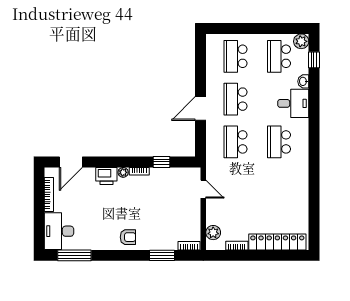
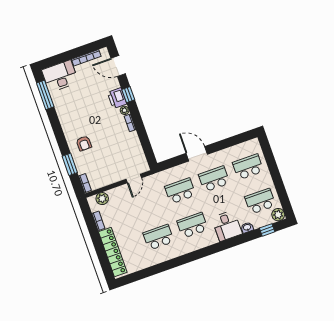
window: (161, 162) -> (128, 95), moved
school desk: (279, 185) -> (158, 237), added
armchair: (128, 237) -> (84, 143), moved

